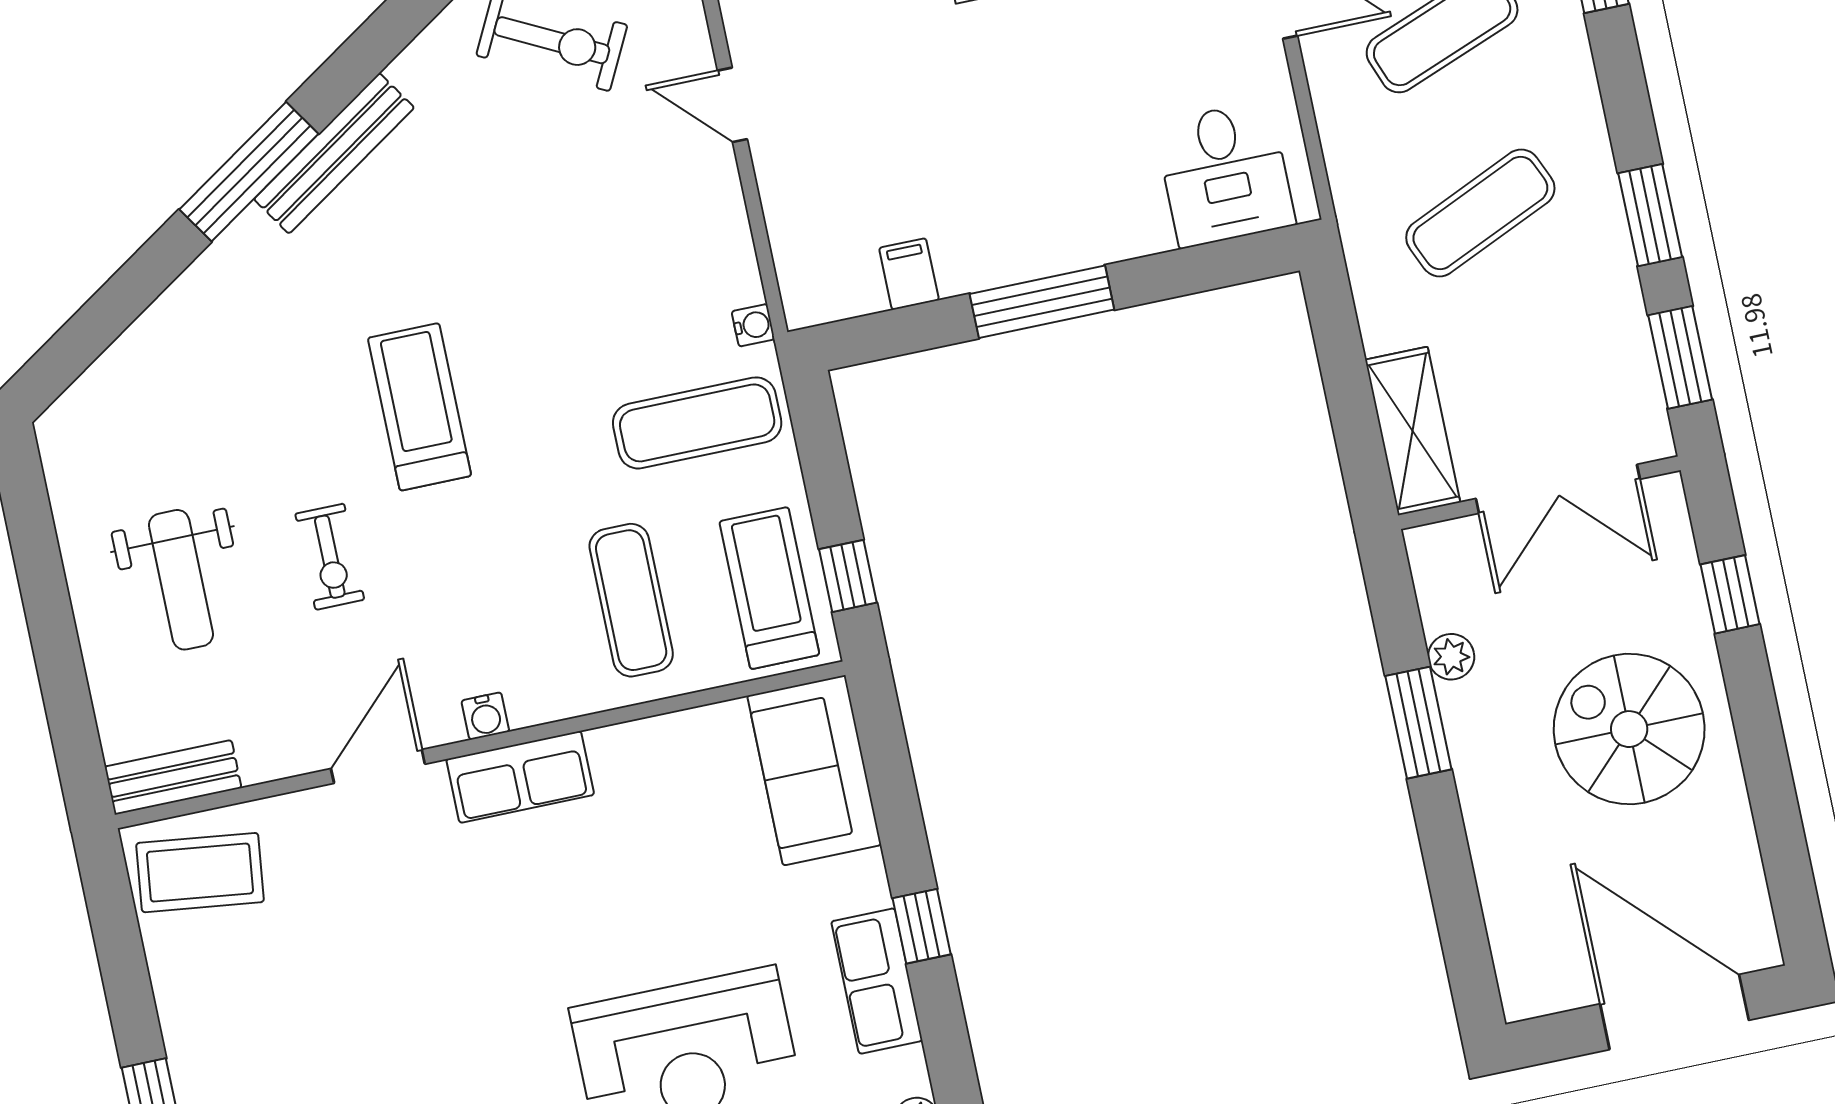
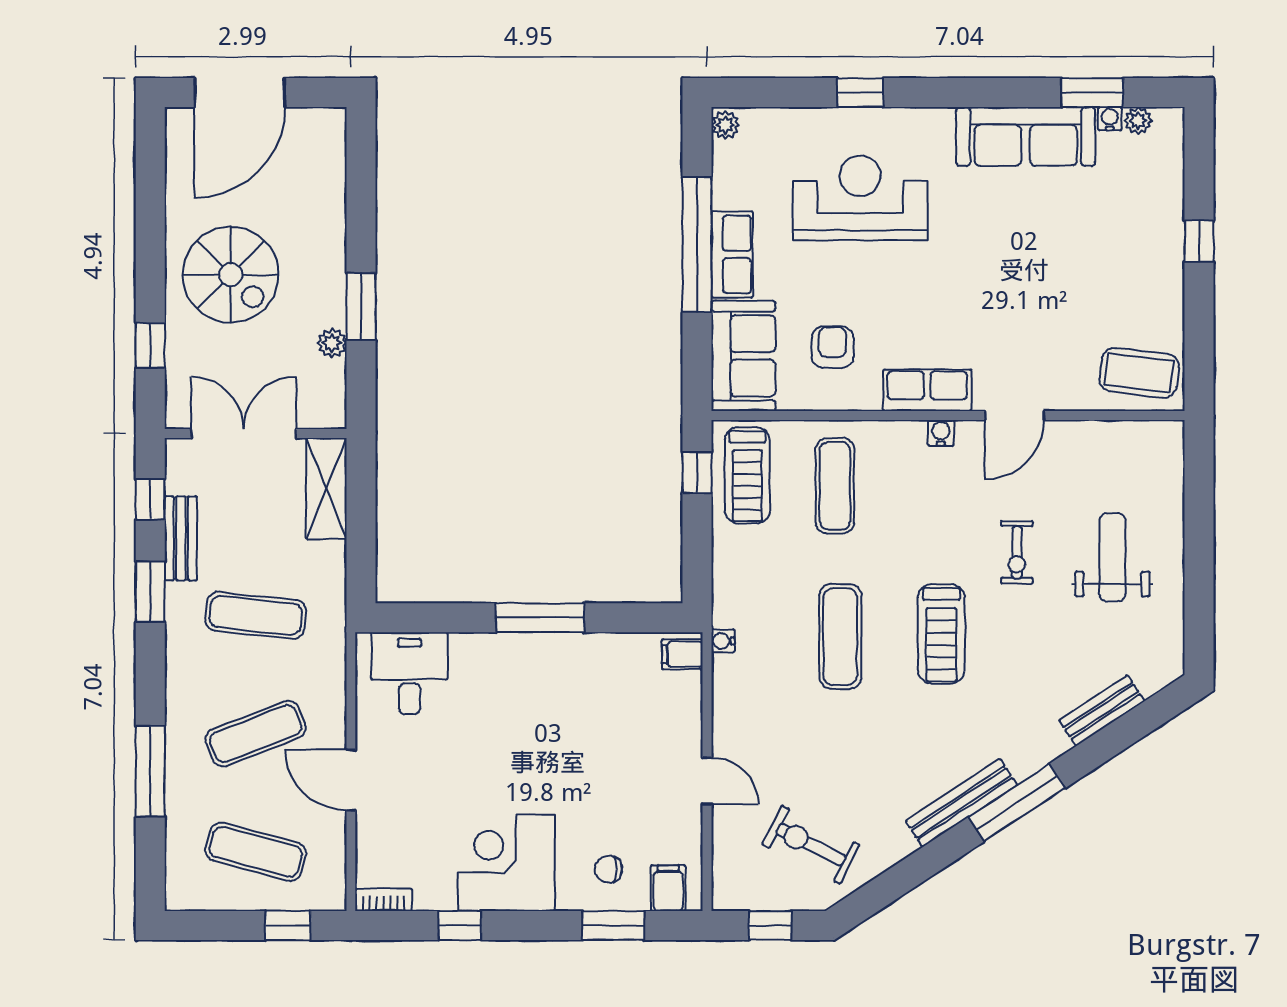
exercise mat: (1480, 213) -> (256, 615), turned 30
filing cabinet: (909, 274) -> (682, 654), moved, turned 90
bench: (1621, 307) -> (181, 538), added
window: (1680, 357) -> (150, 499), width x0.67
exercise mat: (697, 423) -> (840, 637), moved, turned 90
exercise bike: (330, 557) -> (1017, 552), turned 180
bench: (173, 777) -> (1102, 711), moved, turned -33
armchair: (680, 812) -> (832, 347), added
window: (922, 926) -> (697, 245), width x3.17
row of seats: (877, 981) -> (732, 254), moved
door: (1674, 1012) -> (240, 93), hinge flipped

